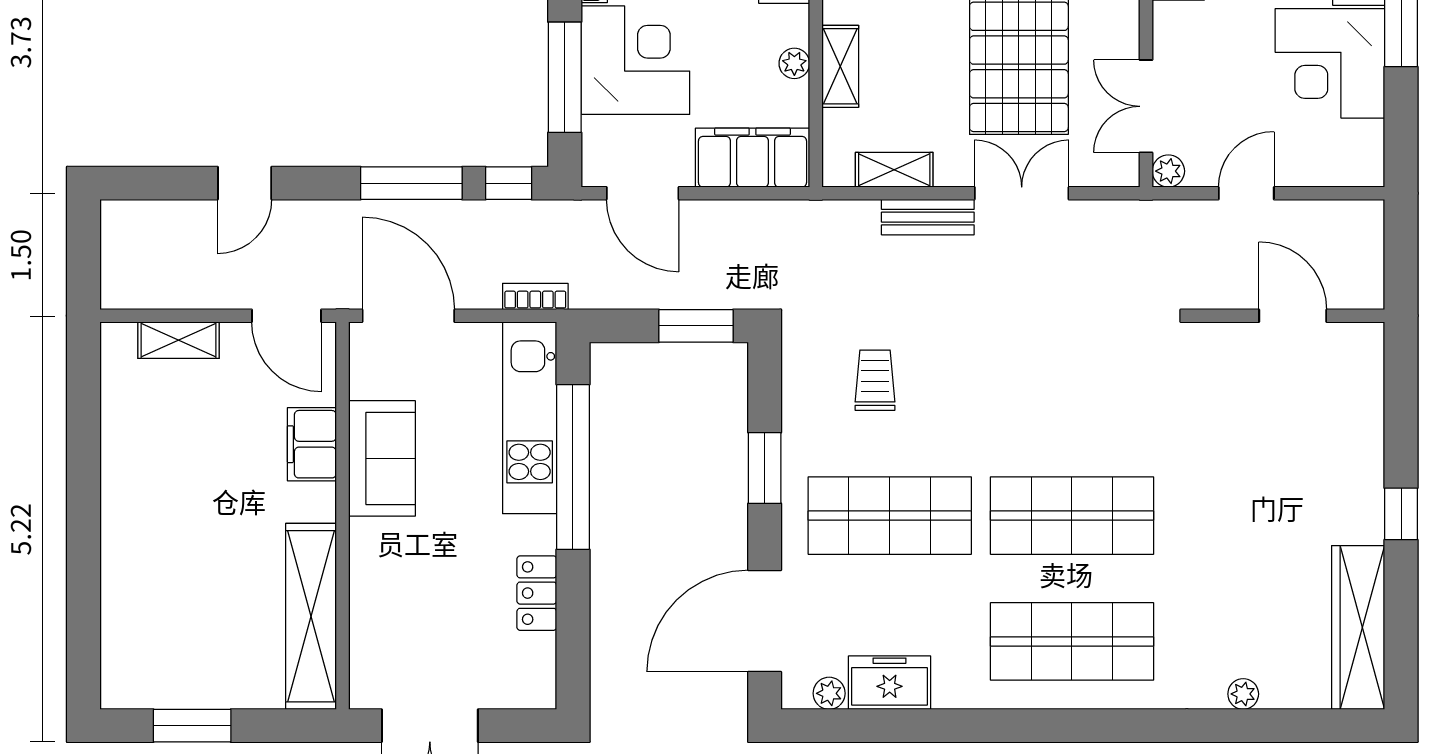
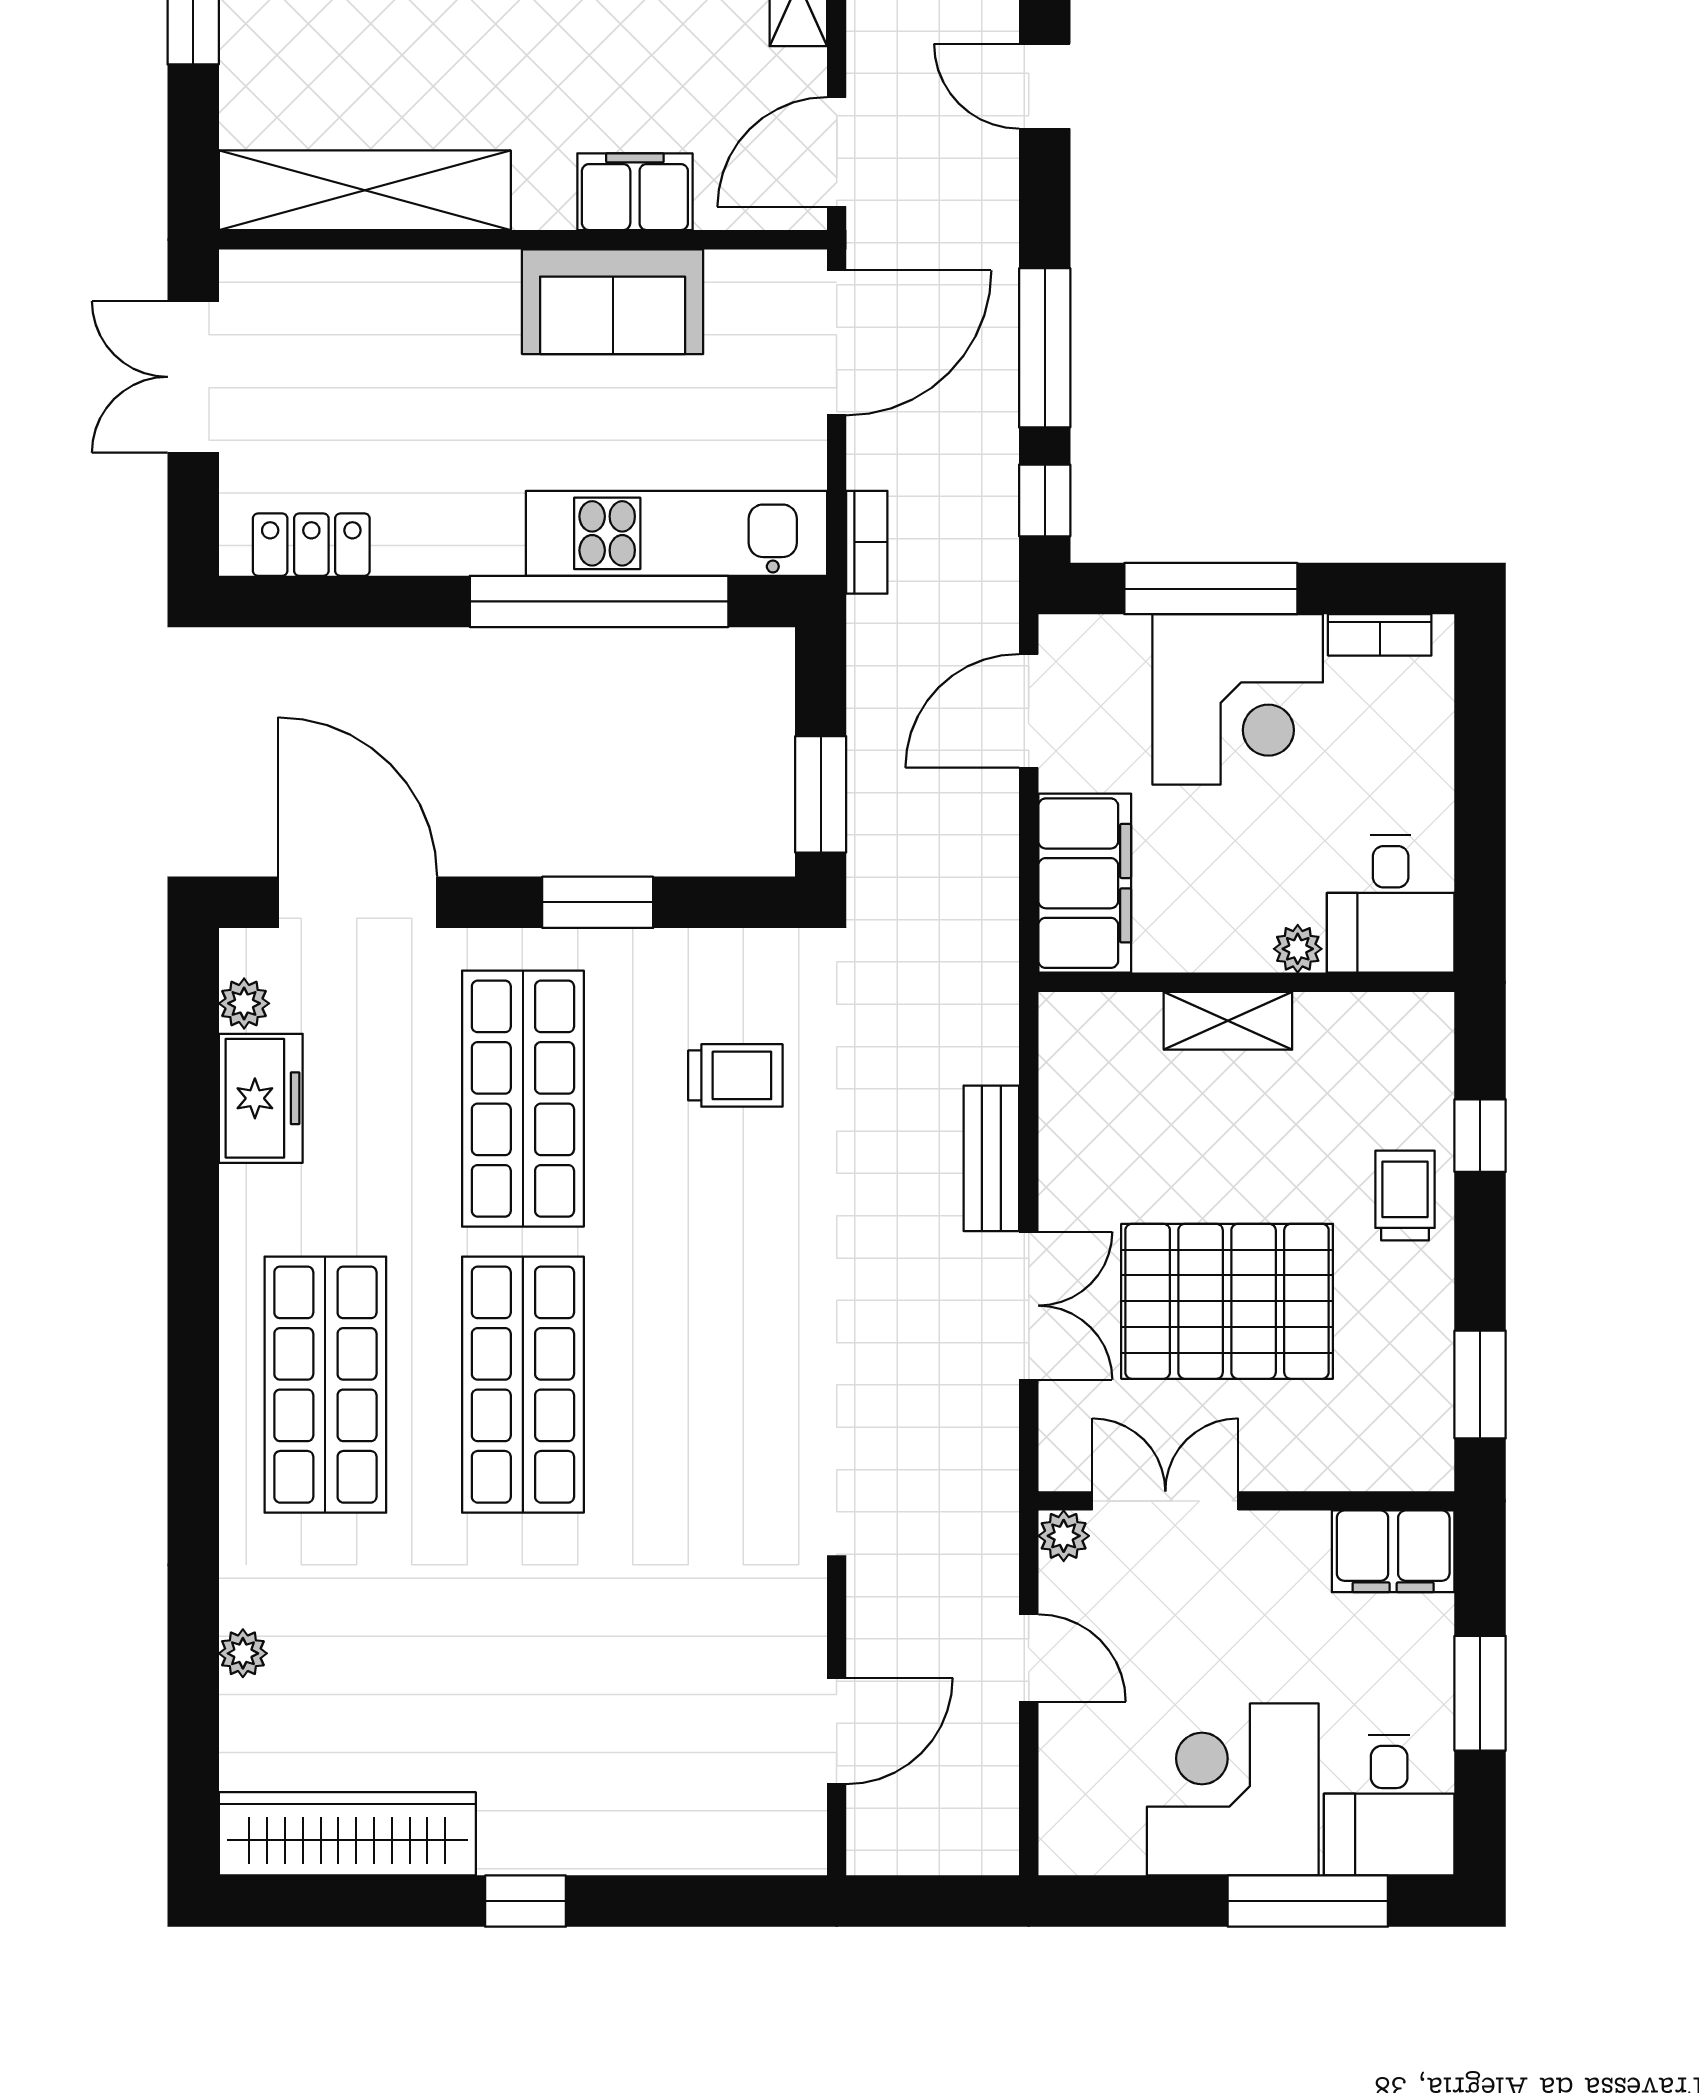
plant: (794, 63) -> (1298, 949), moved
shelving: (894, 170) -> (1066, 1106), removed
locker: (537, 593) -> (311, 545), moved

